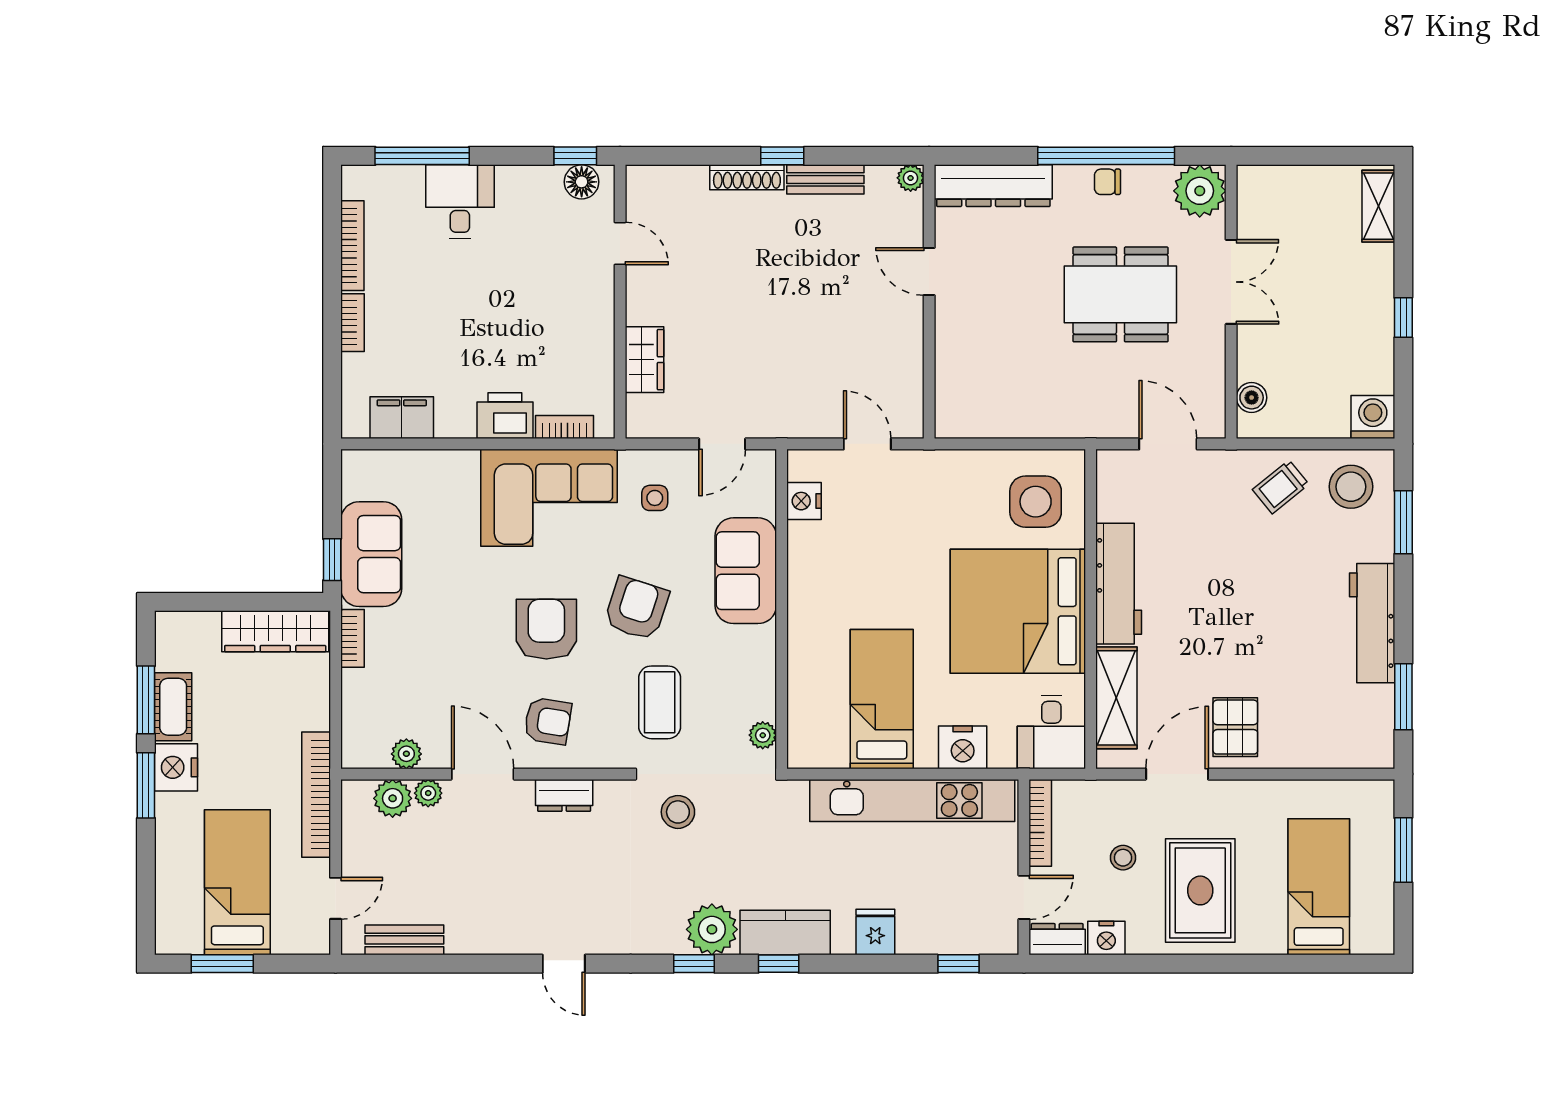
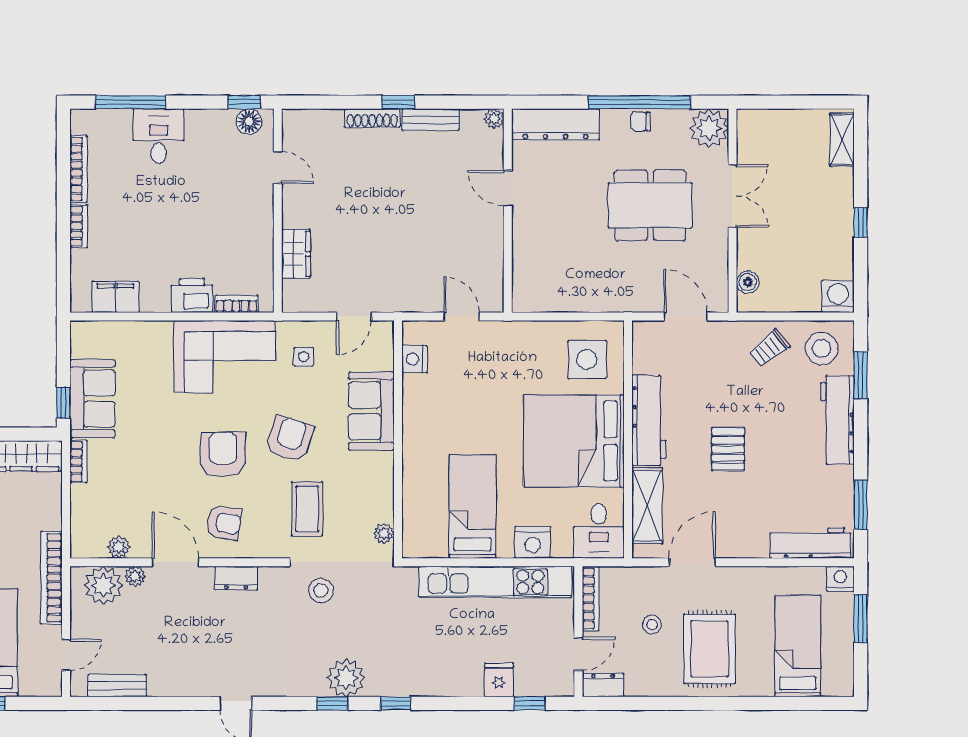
workbench: (1372, 623) -> (837, 420), moved
pallet: (1235, 727) -> (728, 449), moved
workbench: (1336, 748) -> (810, 543), added
plant: (393, 798) -> (103, 585), width x1.36, depth x1.36
kitchen counter: (785, 932) -> (401, 680), removed
fridge: (875, 932) -> (499, 680), moved
nightstand: (1106, 938) -> (840, 579), moved, turned 180

